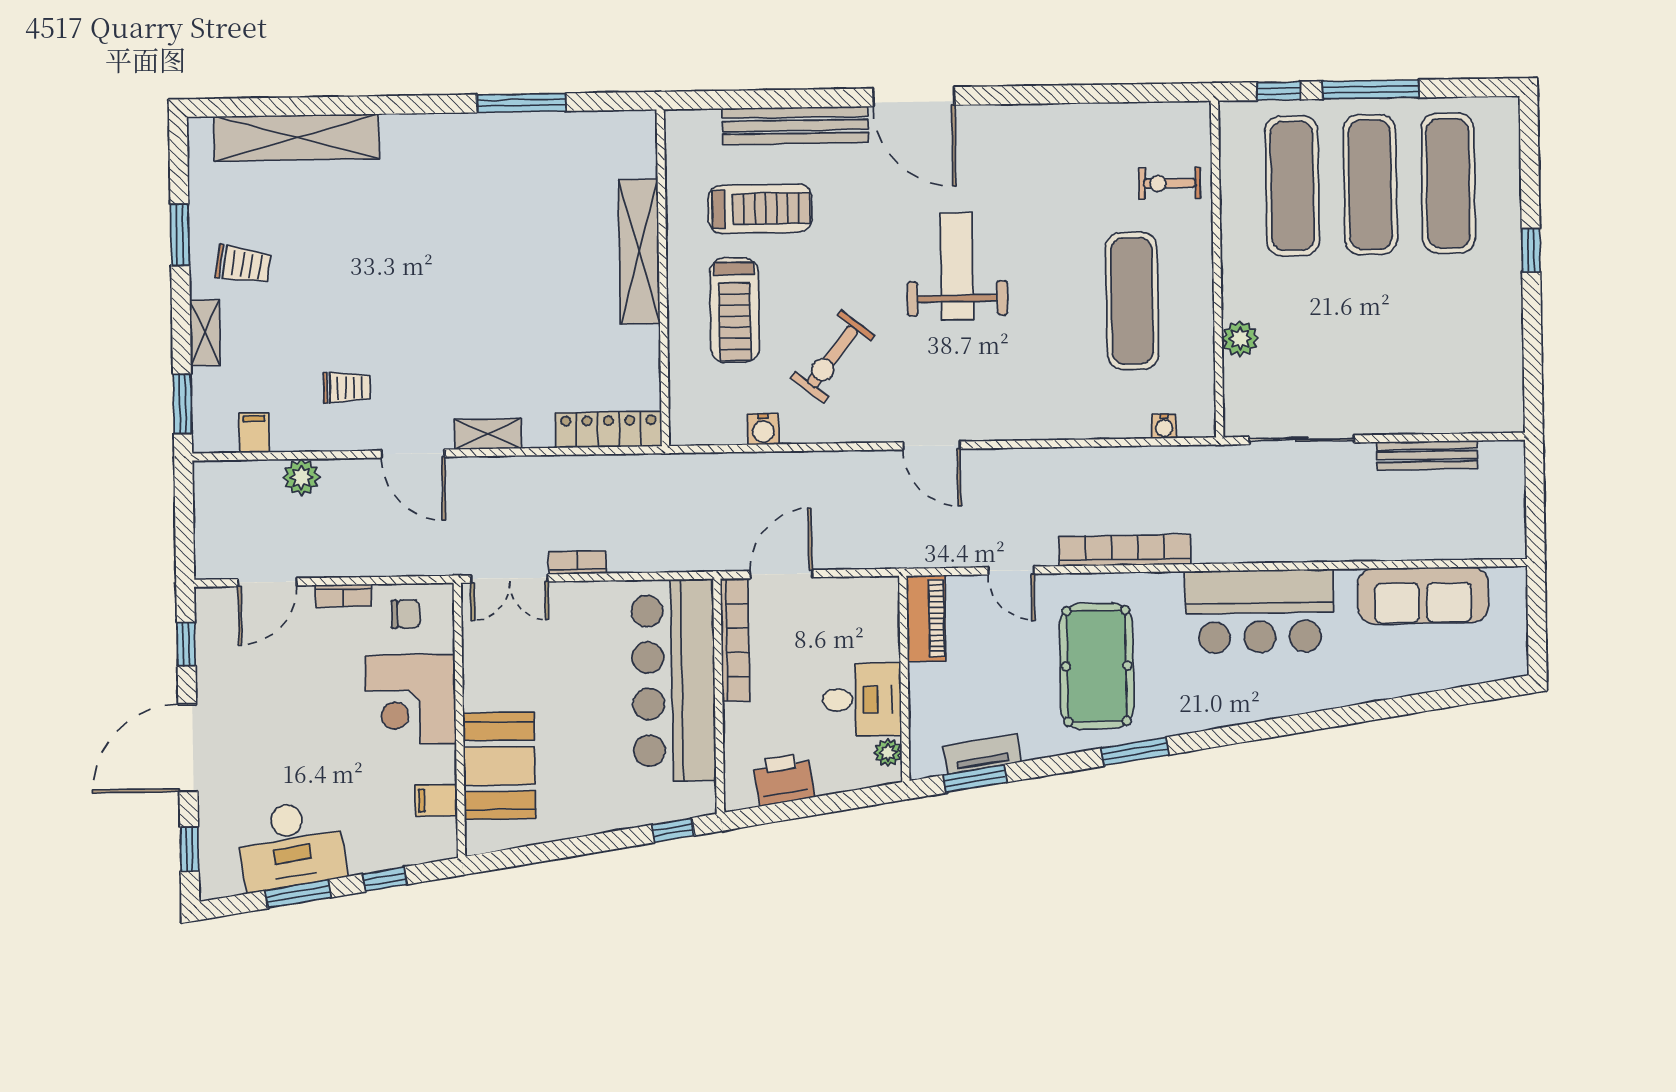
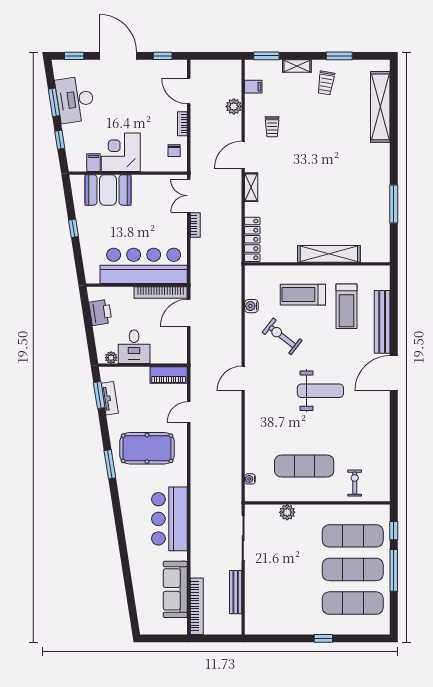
bookcase: (1125, 550) -> (197, 606), moved
door: (781, 574) -> (189, 313), swing flipped
corner desk: (411, 699) -> (121, 152), moved
window: (673, 830) -> (74, 228), moved

